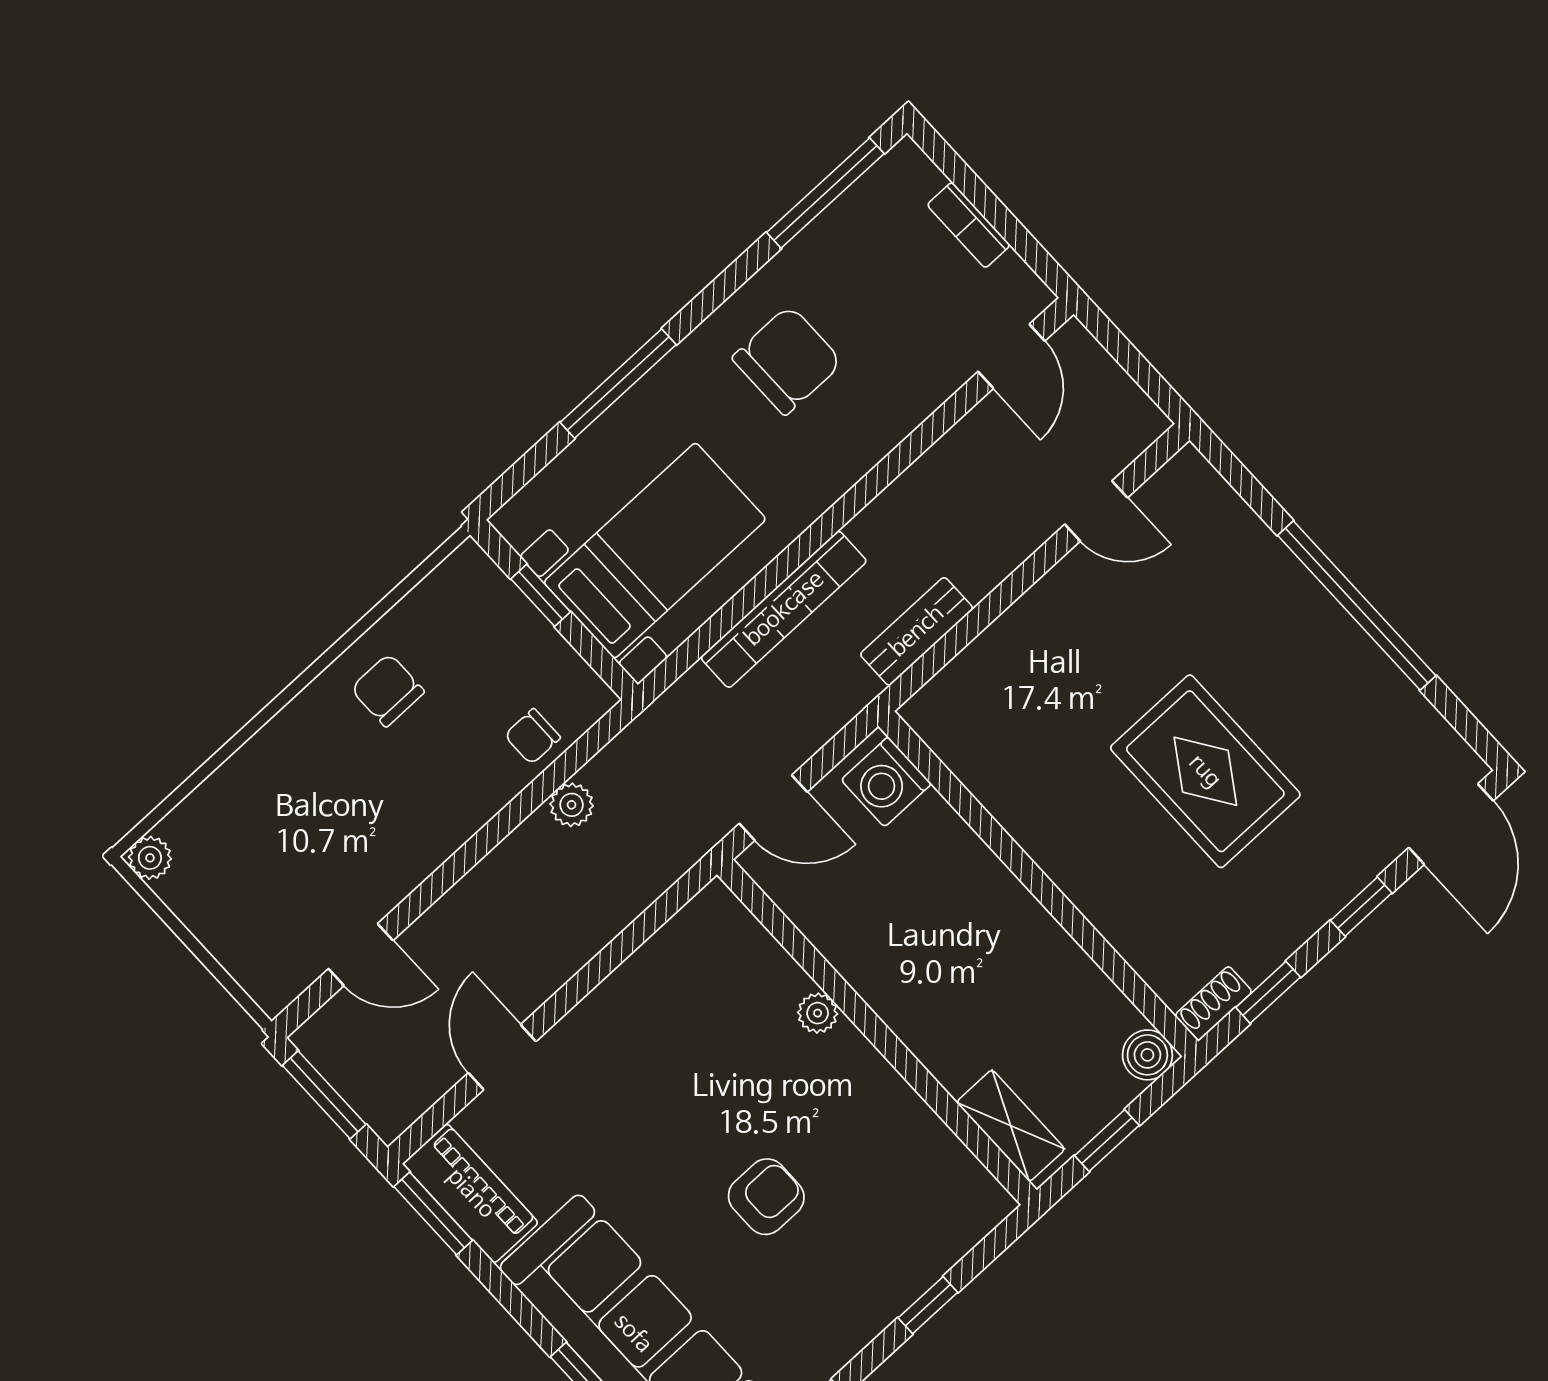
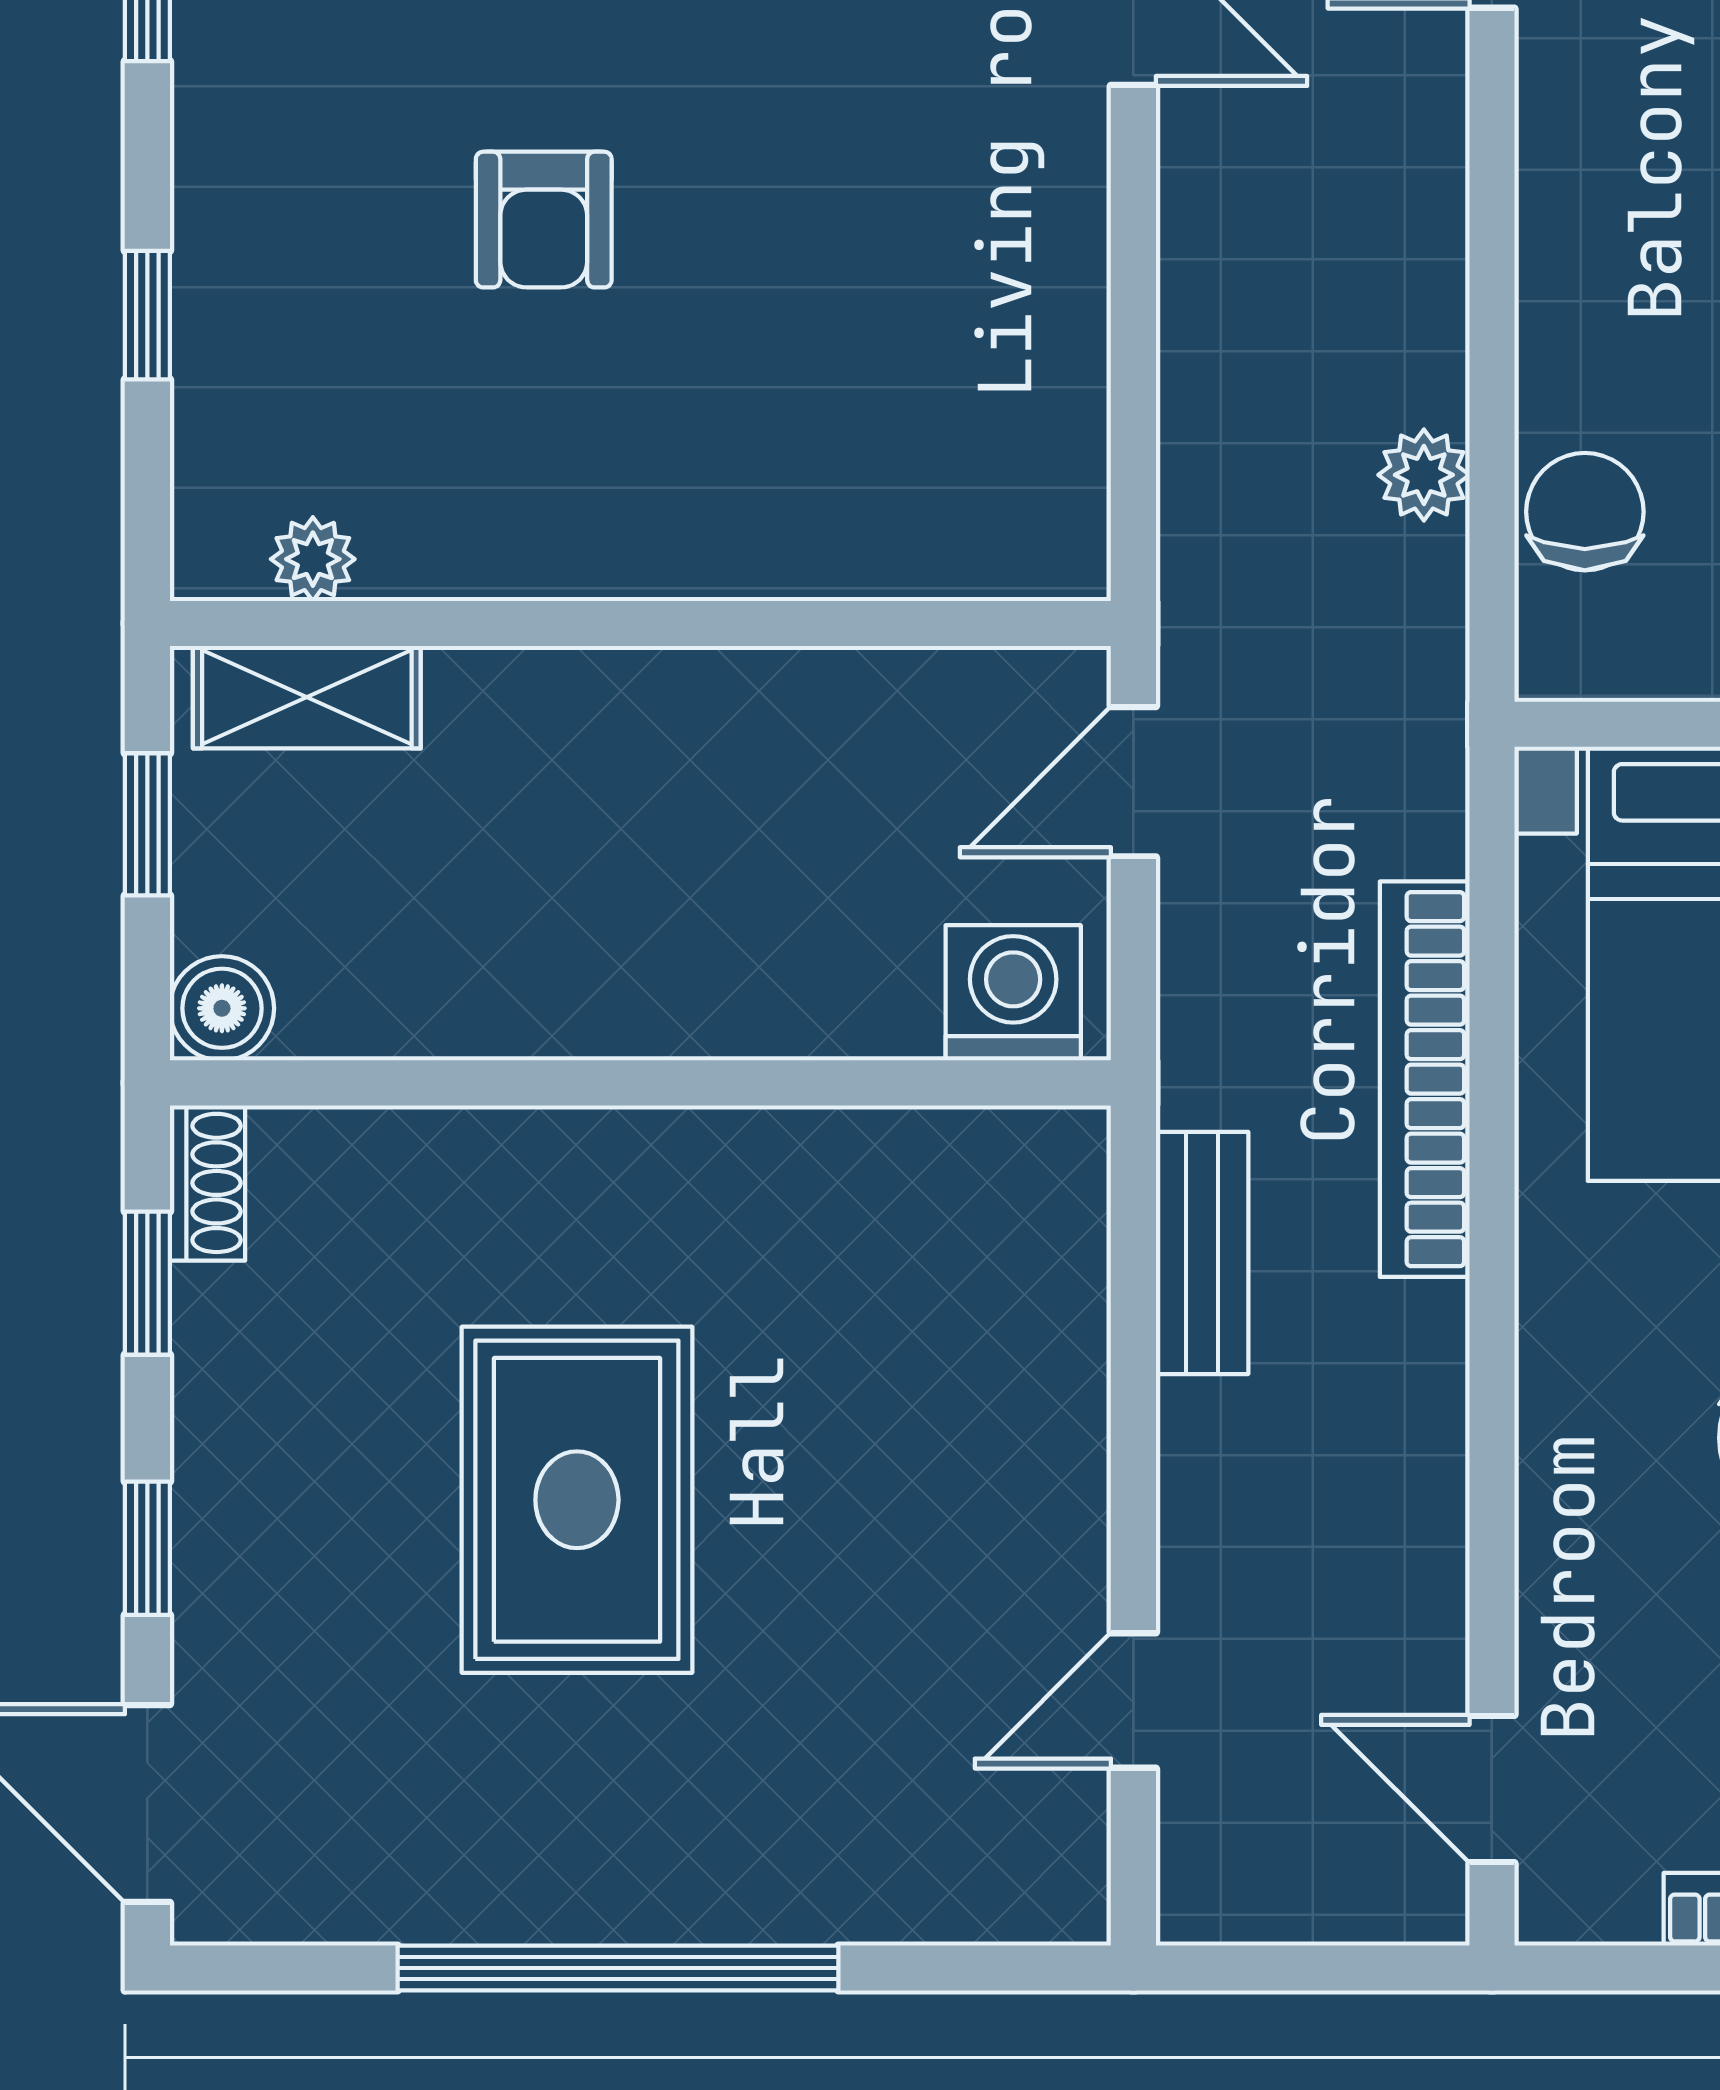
chair: (532, 736) -> (1585, 512), width x1.37, depth x1.37
rug: (1205, 771) -> (577, 1500), turned 90
plant: (818, 1013) -> (313, 559), moved

